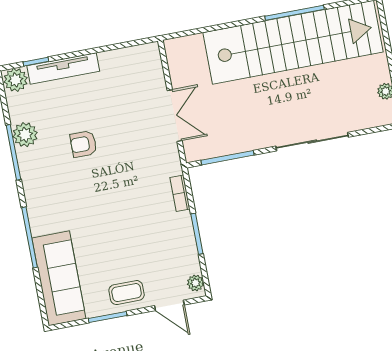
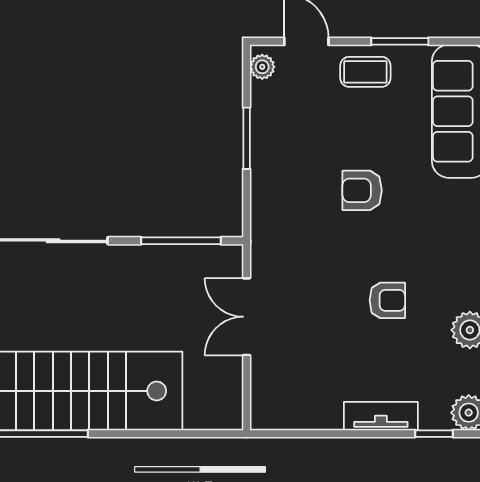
tv unit: (63, 68) -> (381, 416), width x0.71
bookcase: (180, 193) -> (260, 202), removed
armchair: (114, 214) -> (362, 190), added

